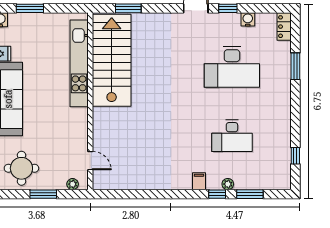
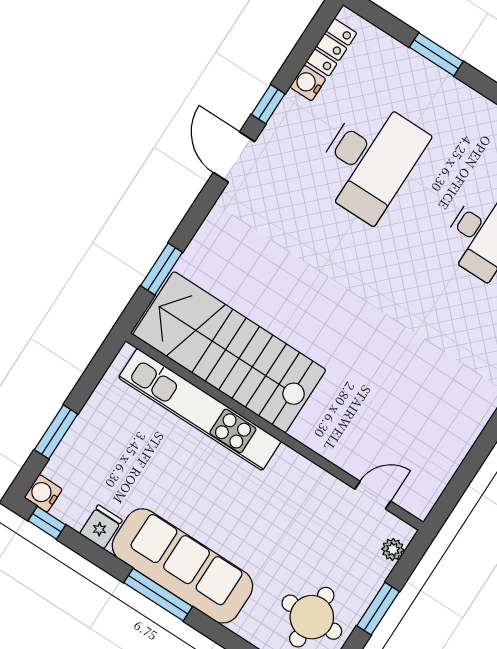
locker: (284, 27) -> (332, 47), moved, turned -90

